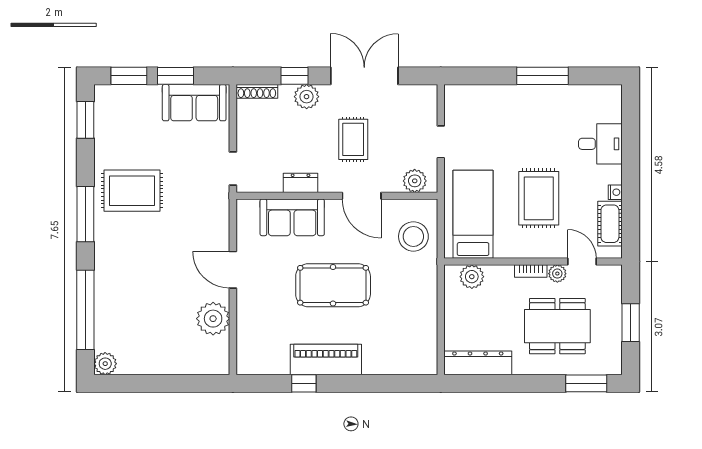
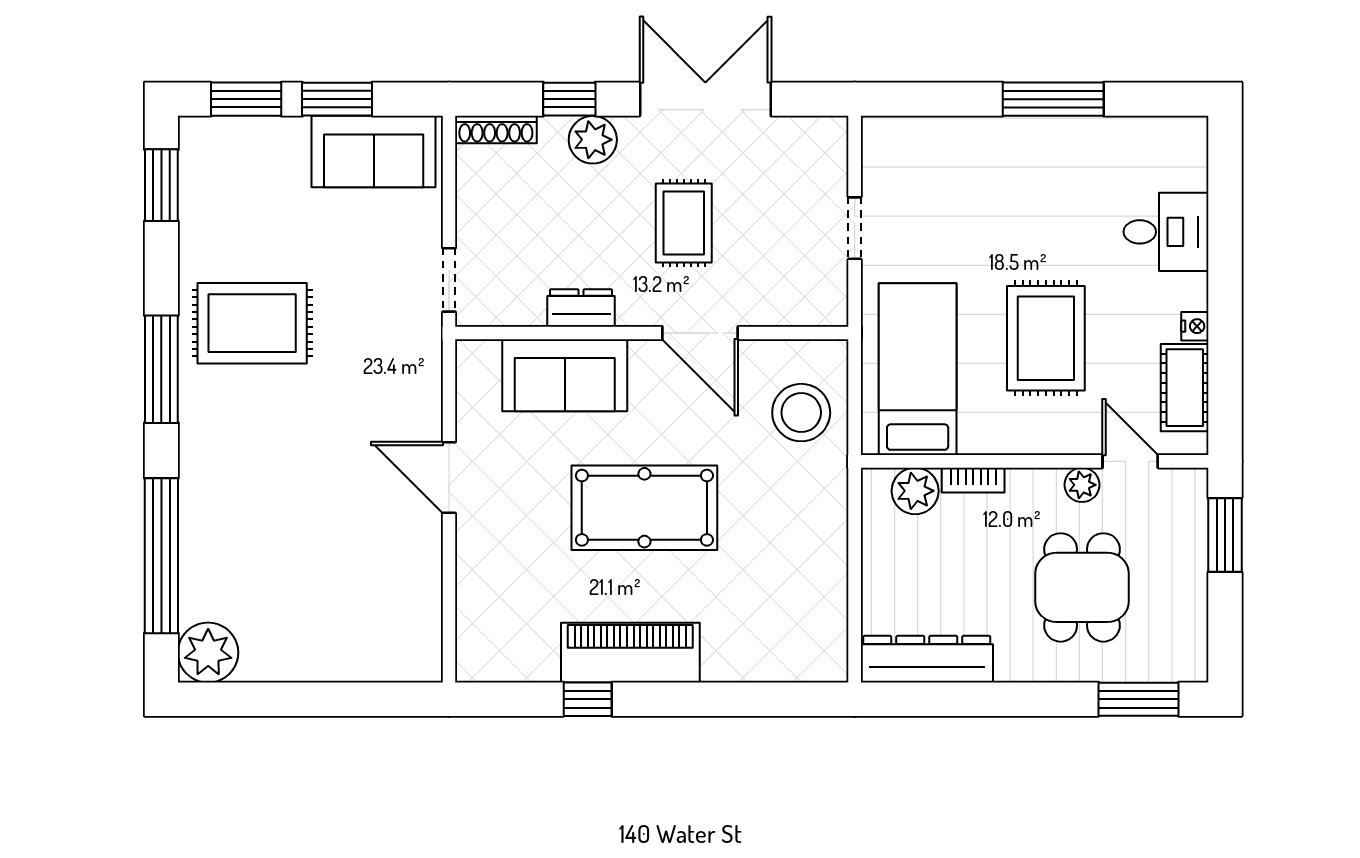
plant: (415, 181) -> (804, 304), removed
bookcase: (531, 271) -> (973, 480), moved
plant: (213, 319) -> (410, 573), removed
window: (631, 323) -> (1225, 535), moved
dining table: (557, 326) -> (1082, 587), width x0.73
plant: (105, 364) -> (208, 653), width x1.36, depth x1.36

